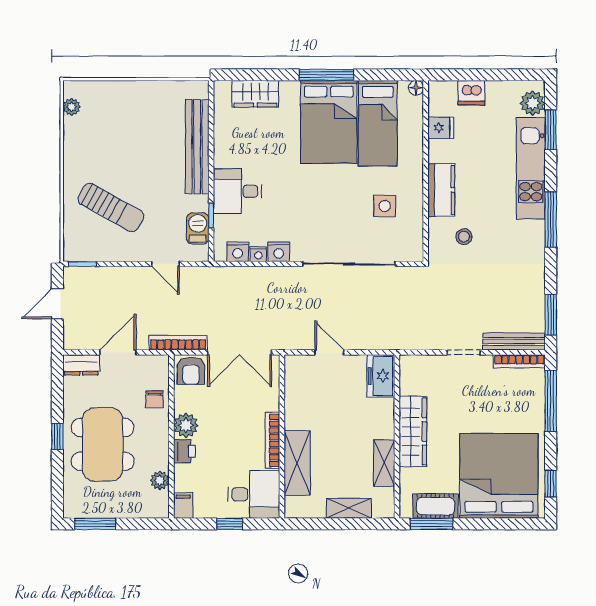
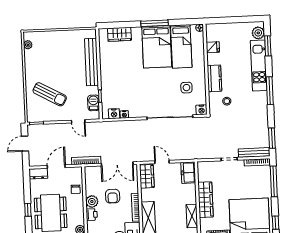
dishwasher: (471, 93) -> (227, 29), removed
desk: (237, 191) -> (113, 83), removed
nightstand: (279, 252) -> (202, 110), moved
armchair: (191, 371) -> (113, 196), moved
wardrobe: (298, 380) -> (147, 176), added

